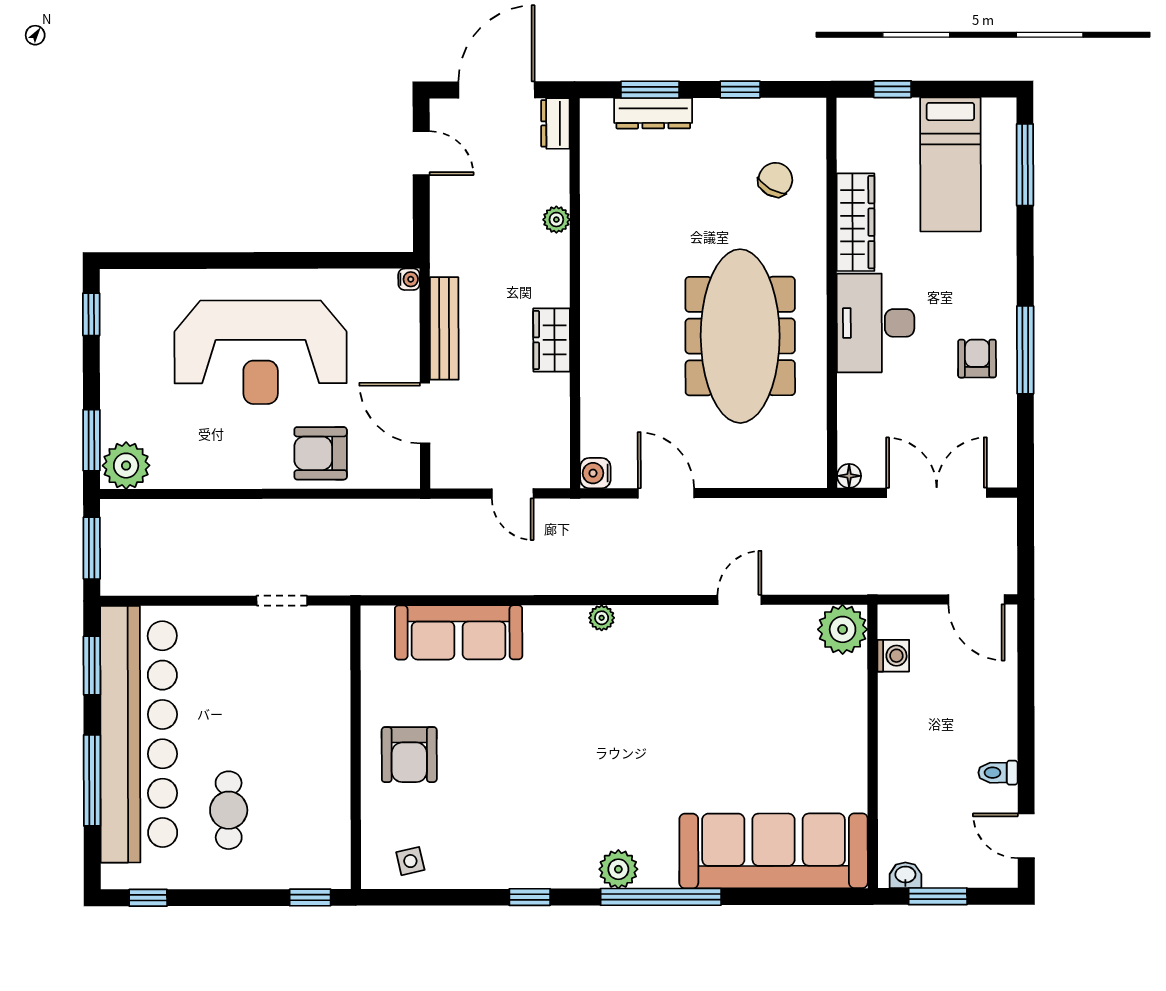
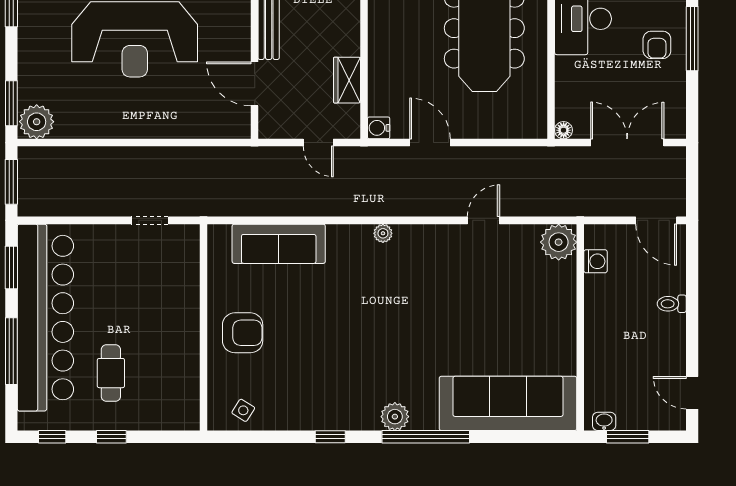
wardrobe: (552, 340) -> (347, 80), moved
armchair: (977, 359) -> (657, 45), turned 180
armchair: (321, 453) -> (178, 113), removed
armchair: (409, 755) -> (243, 333), turned -90
toilet: (998, 773) -> (672, 304), moved
side table: (410, 861) -> (243, 410), turned 45
window: (310, 897) -> (111, 437), moved

